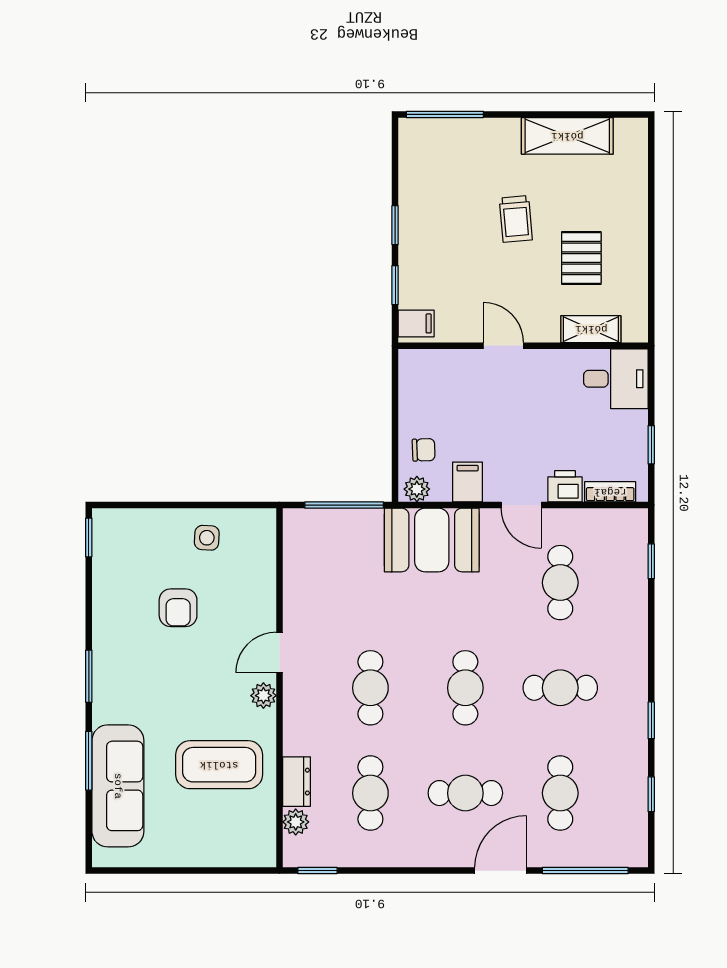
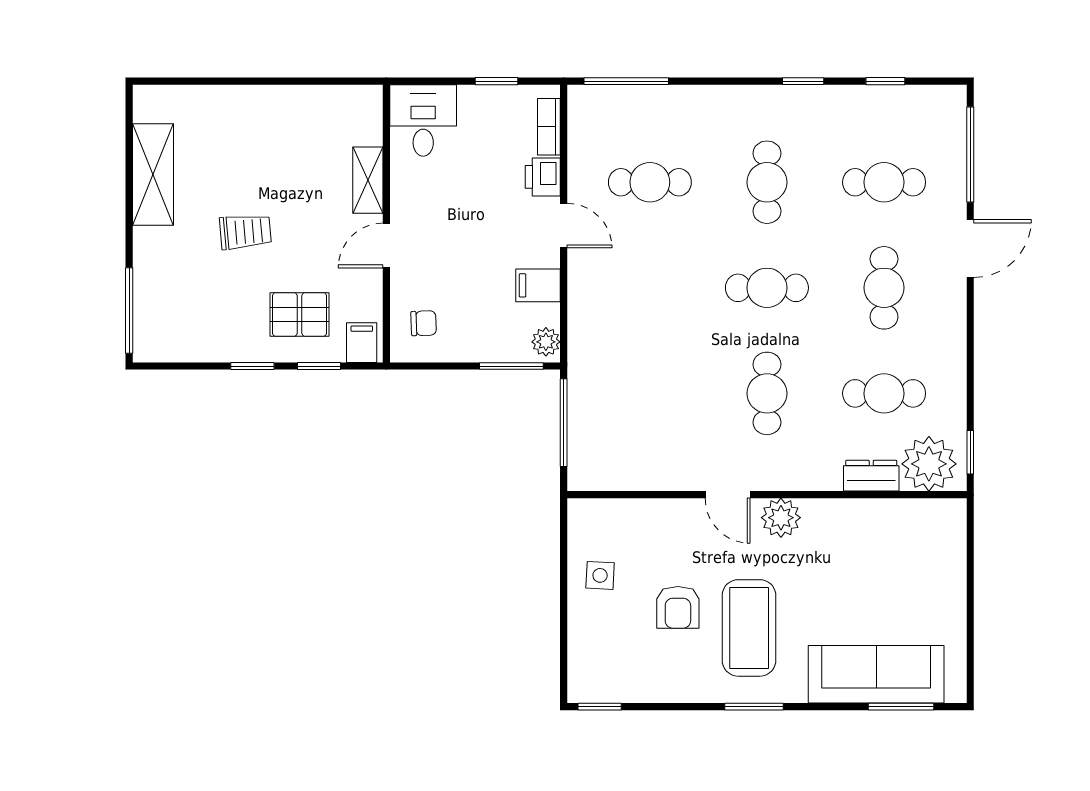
pallet: (581, 258) -> (300, 314), moved
shelving: (591, 329) -> (368, 180), moved
chair: (424, 450) -> (424, 323), moved, turned 90
window: (395, 458) -> (511, 366), added
door: (521, 505) -> (564, 226), hinge flipped
booth: (432, 540) -> (603, 325), removed
window: (651, 561) -> (626, 81), width x2.17
armchair: (178, 608) -> (678, 607), turned 90
cafe table: (370, 688) -> (767, 393), turned 90
plant: (263, 696) -> (781, 518), width x1.38, depth x1.38
window: (89, 761) -> (901, 707), moved
coffee table: (219, 765) -> (749, 628), moved
plant: (296, 822) -> (929, 464), width x1.87, depth x1.87
door: (501, 871) -> (970, 249), swing flipped

